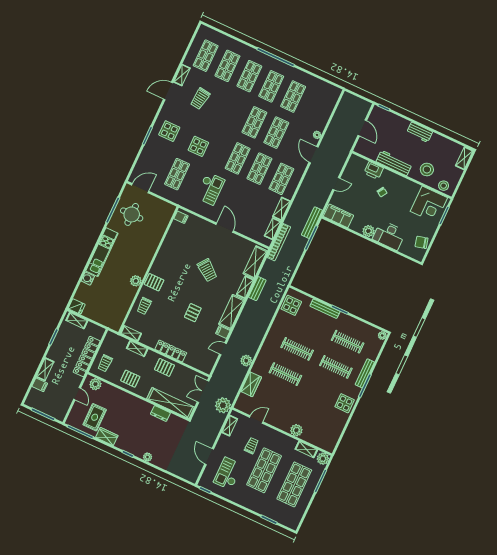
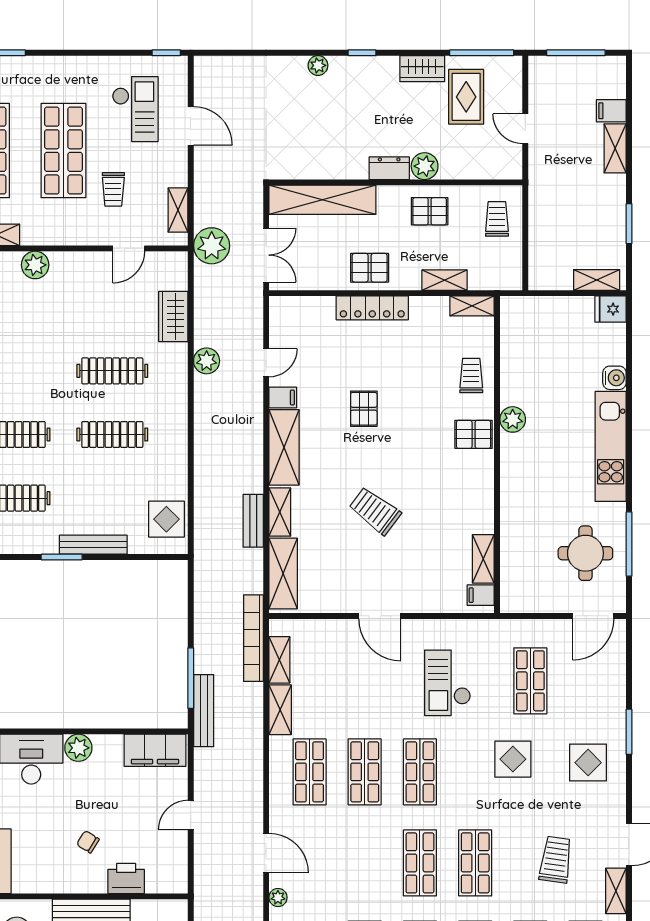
shop shelf: (276, 133) -> (475, 863), moved
shelving: (173, 231) -> (483, 559), added
locker: (87, 357) -> (541, 215), removed
plant: (95, 384) -> (425, 166), moved
dresser: (160, 413) -> (389, 168), moved

